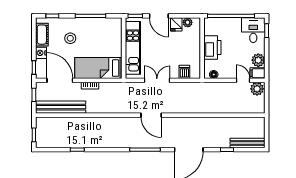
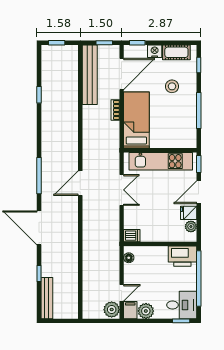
printer: (212, 47) -> (182, 256), moved
dishwasher: (184, 72) -> (132, 236), moved

